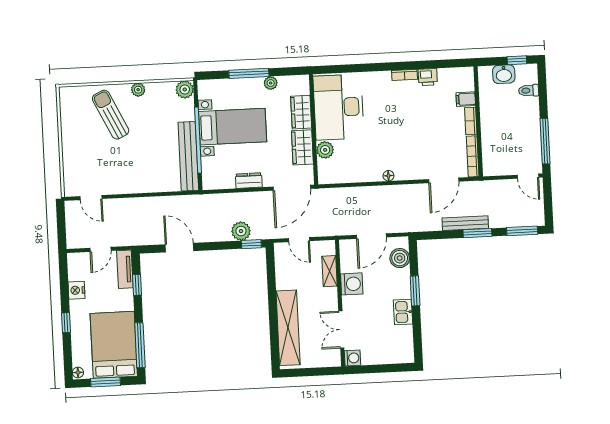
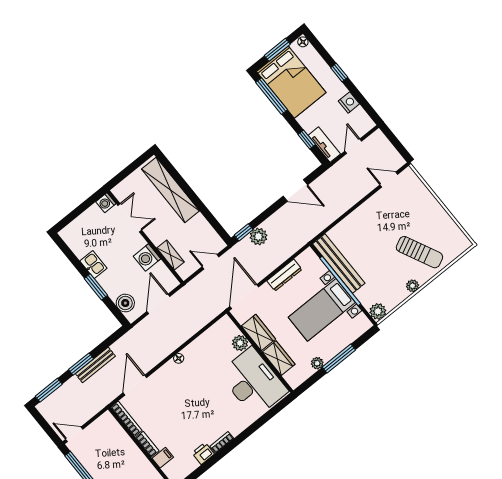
dresser: (249, 181) -> (284, 275), width x1.44

